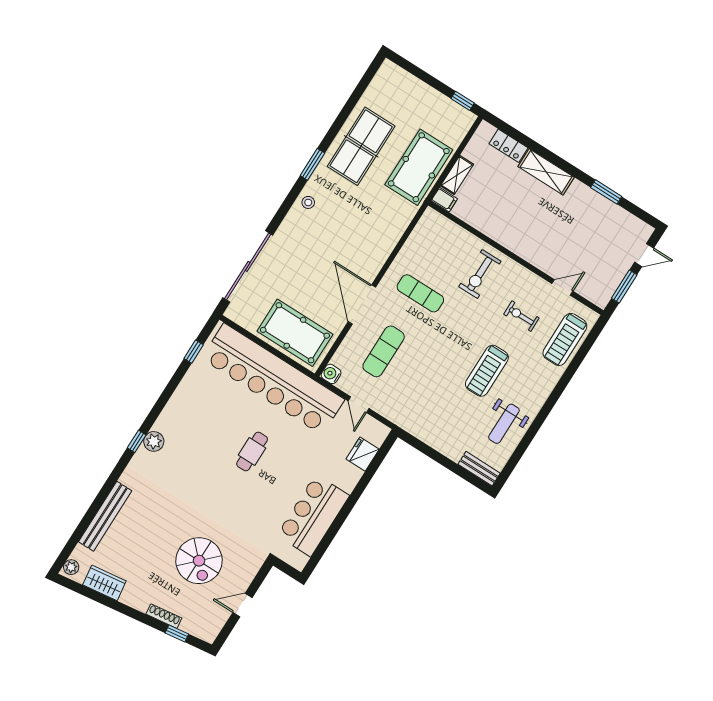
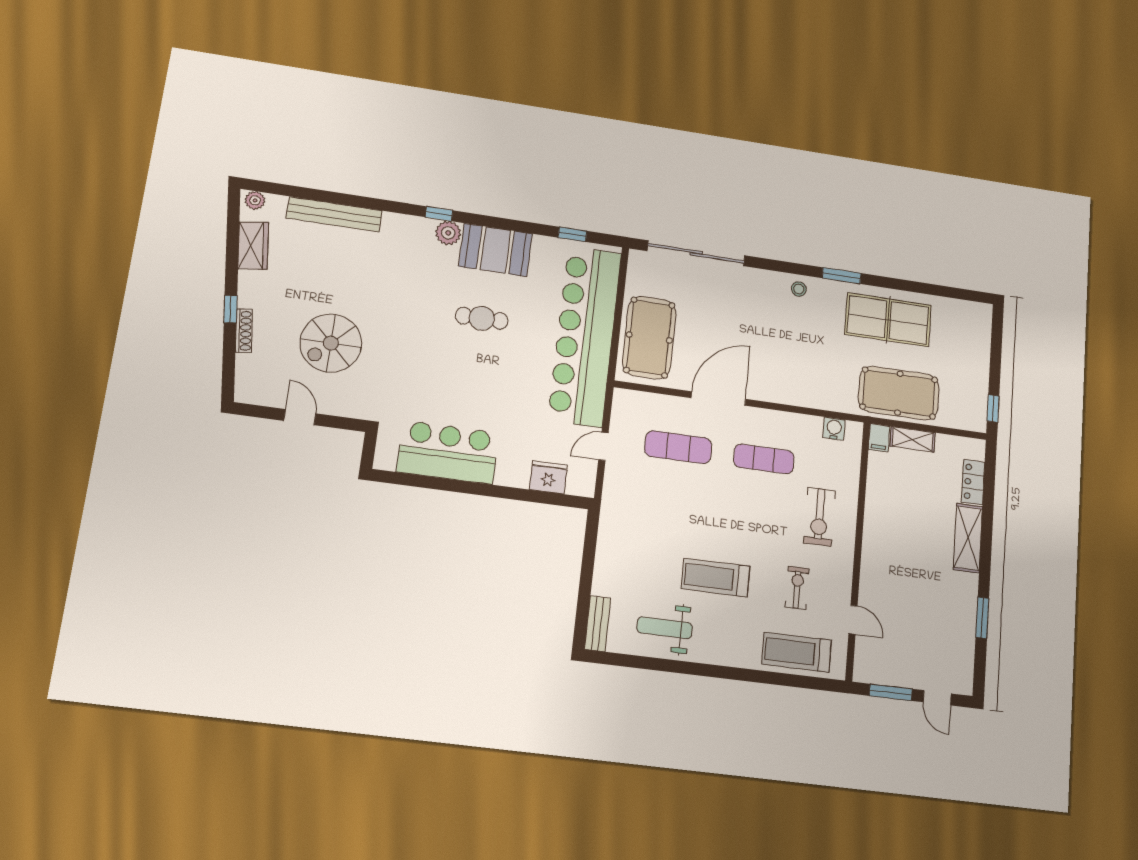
exercise bike: (480, 274) -> (819, 517), turned -90
exercise mat: (420, 293) -> (764, 459), turned 90
water cooler: (331, 374) -> (834, 429), moved
booth: (181, 413) -> (495, 250), added
cafe table: (252, 452) -> (482, 318), moved
window: (177, 633) -> (230, 309), moved

